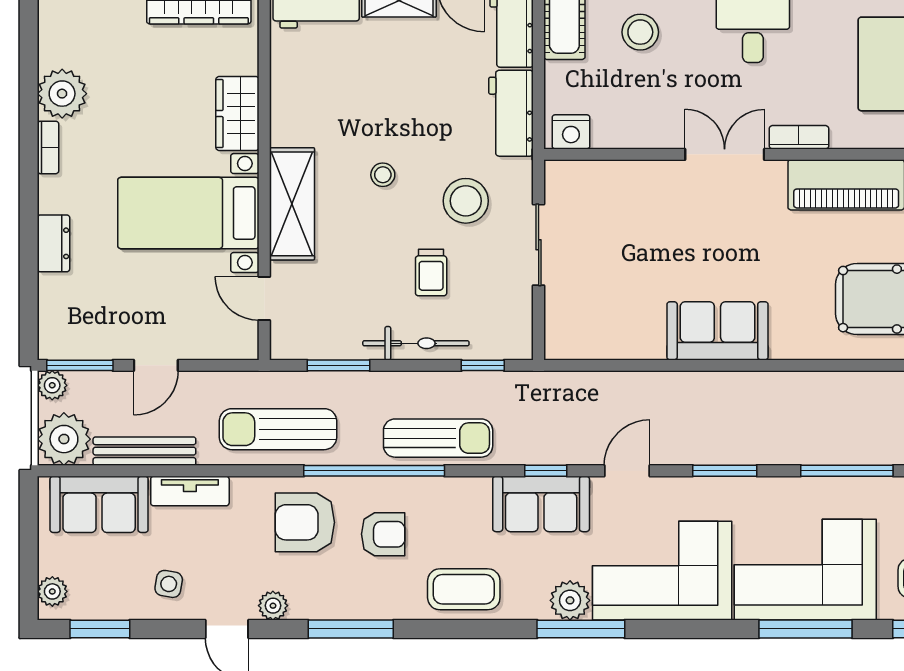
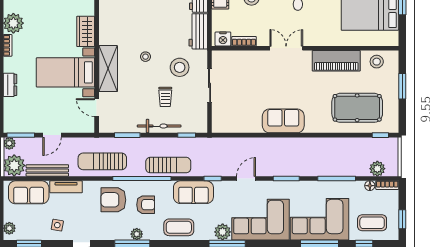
bookcase: (799, 137) -> (244, 41), moved
sofa: (541, 504) -> (193, 192), moved
plant: (273, 606) -> (137, 234), moved

